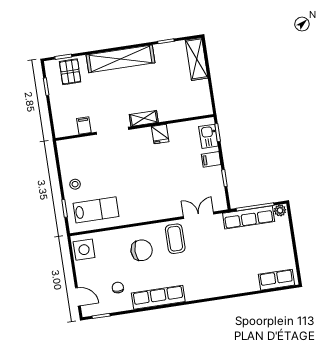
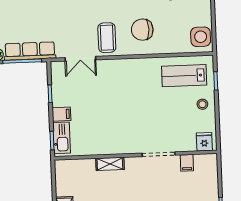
shelving: (144, 118) -> (110, 164), moved
fridge: (160, 134) -> (204, 142), moved
kitchen sink: (208, 136) -> (62, 138), width x1.38

